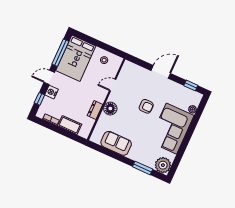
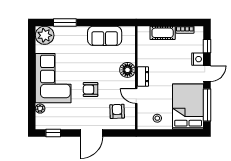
armchair: (133, 80) -> (117, 111), added
door: (113, 85) -> (136, 96), swing flipped
dresser: (95, 110) -> (143, 77), moved

